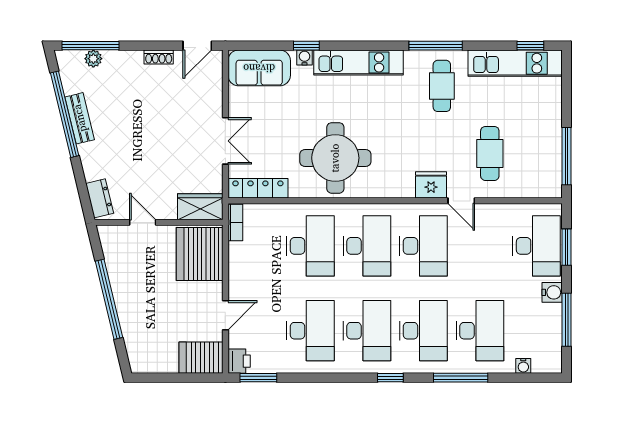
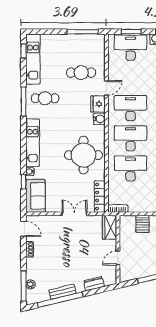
window: (306, 46) -> (24, 182), moved
water cooler: (403, 187) -> (99, 119), added
dresser: (100, 198) -> (94, 284), moved
server rack: (200, 254) -> (143, 224), width x0.46, depth x0.70

